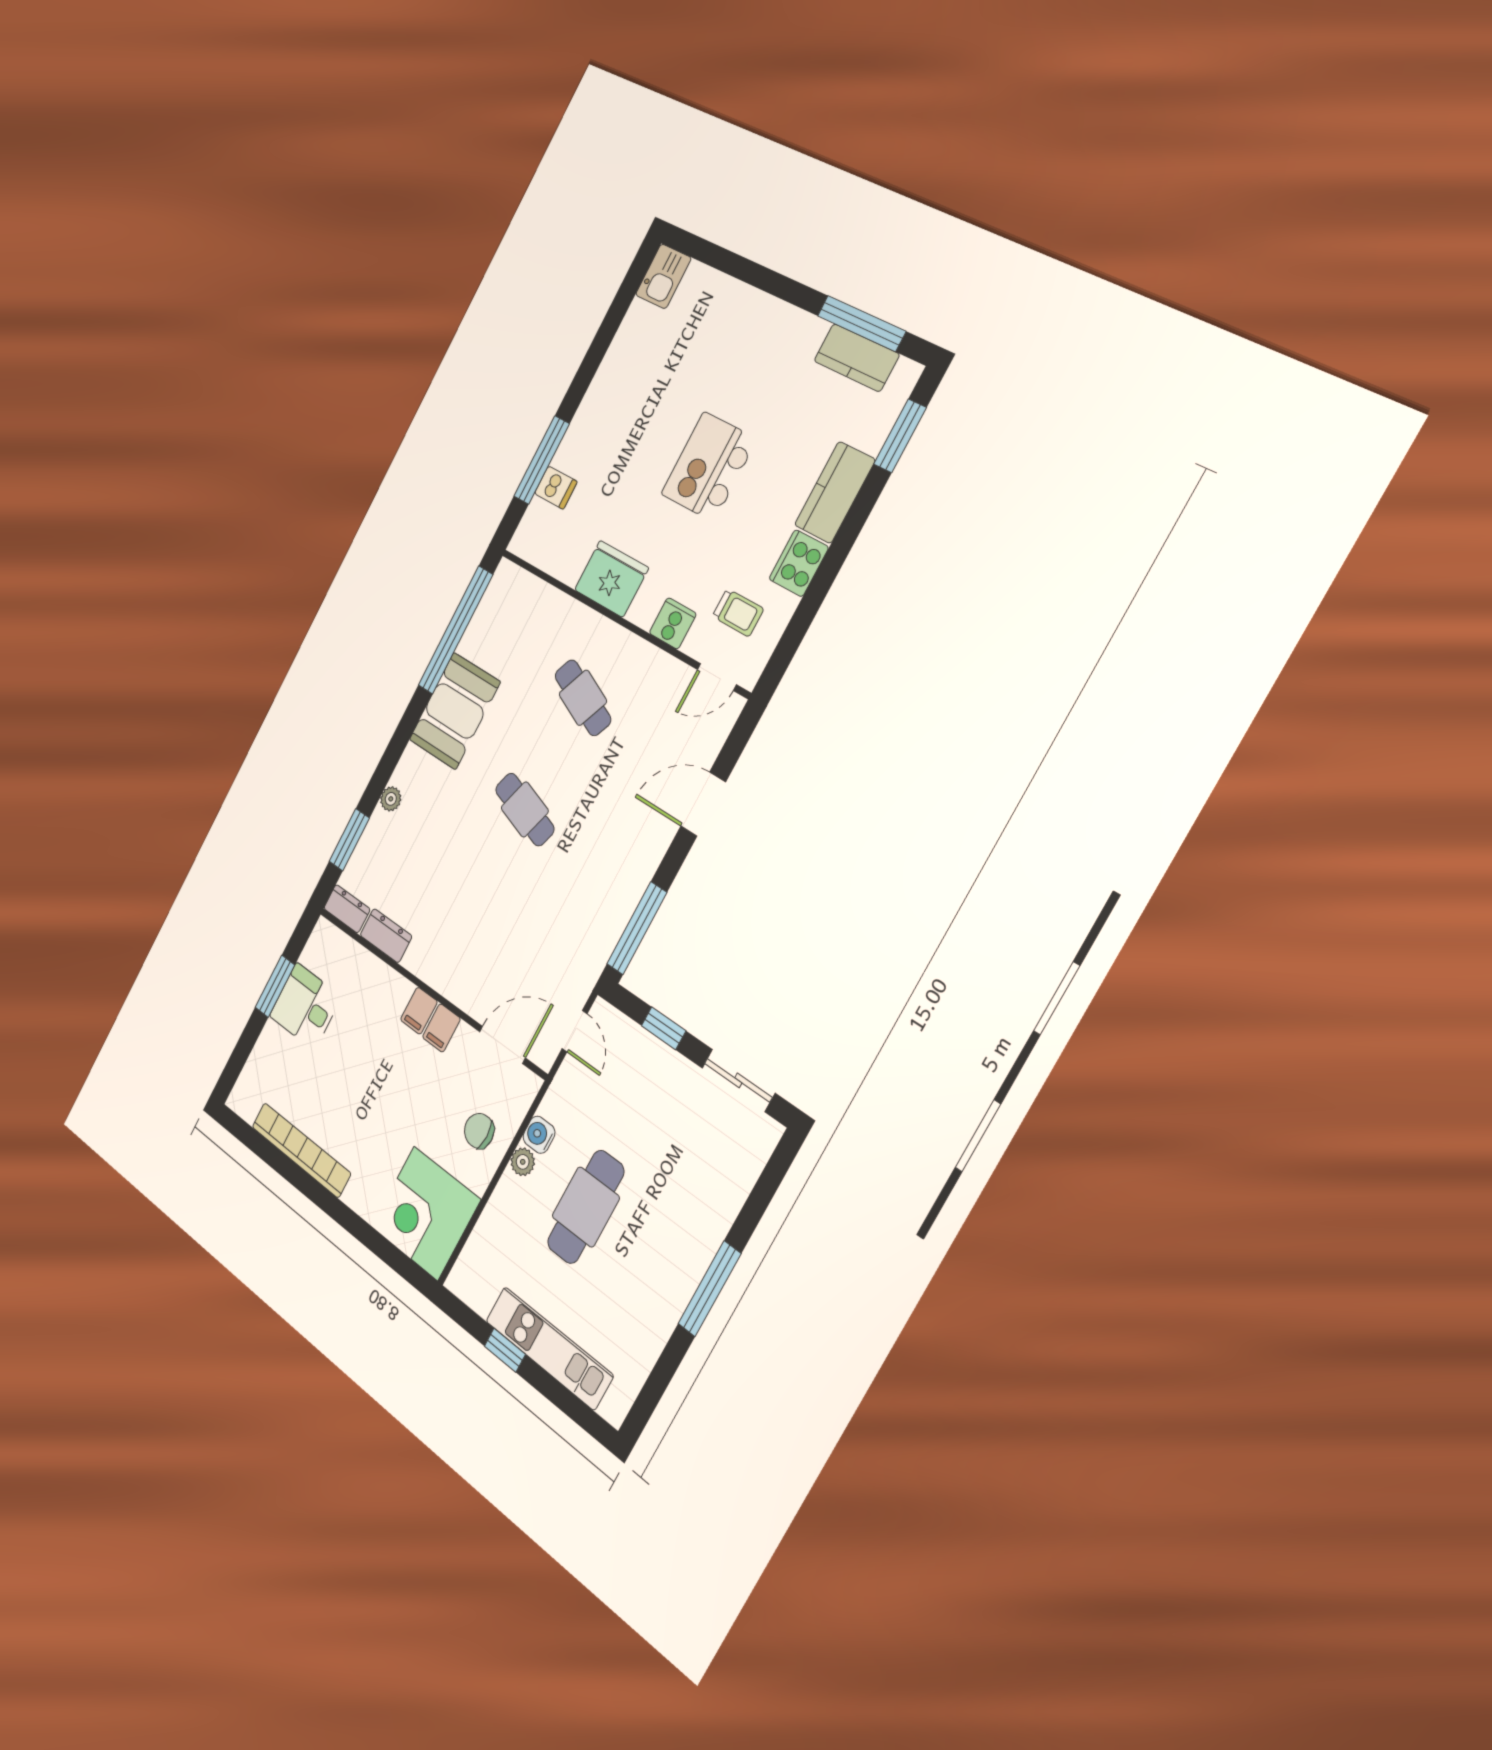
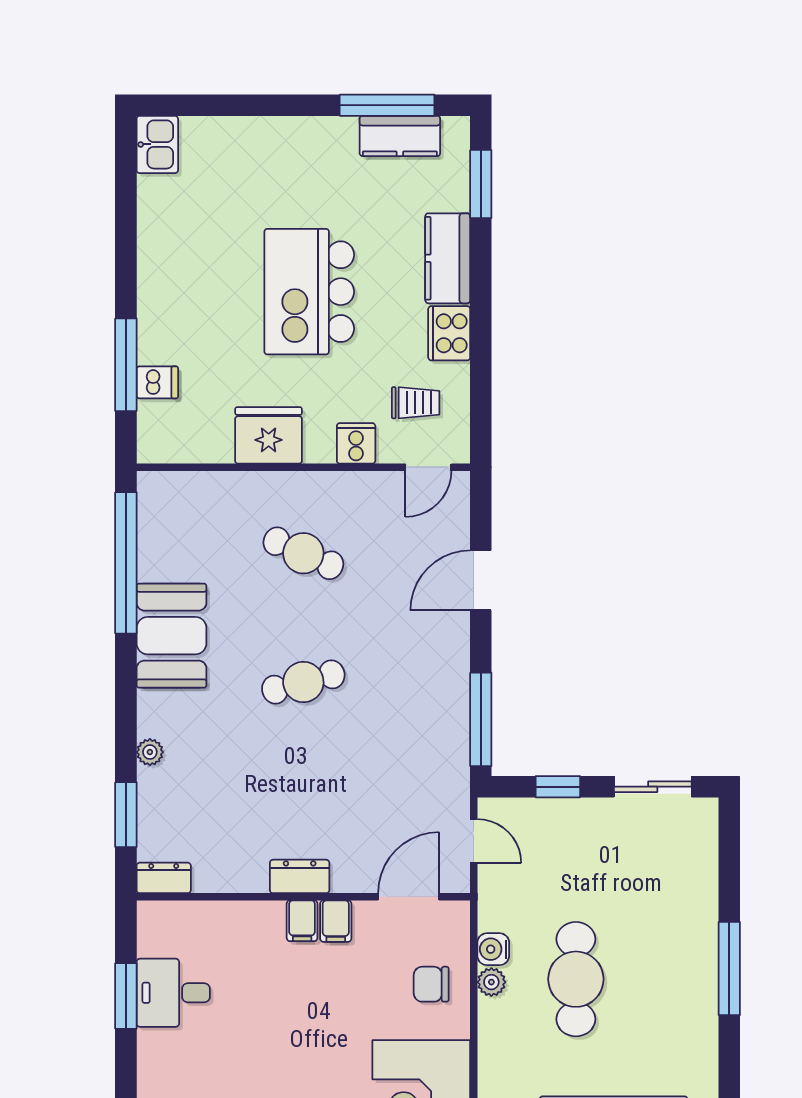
kitchen island: (709, 467) -> (309, 292), width x1.37, depth x1.28
cafe table: (525, 809) -> (303, 682), turned -33
dresser: (386, 936) -> (300, 876), moved

